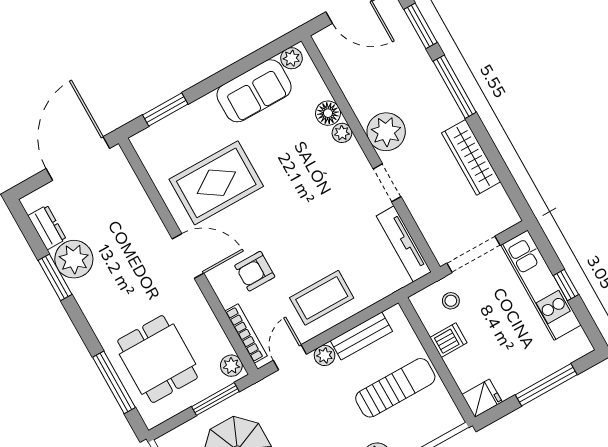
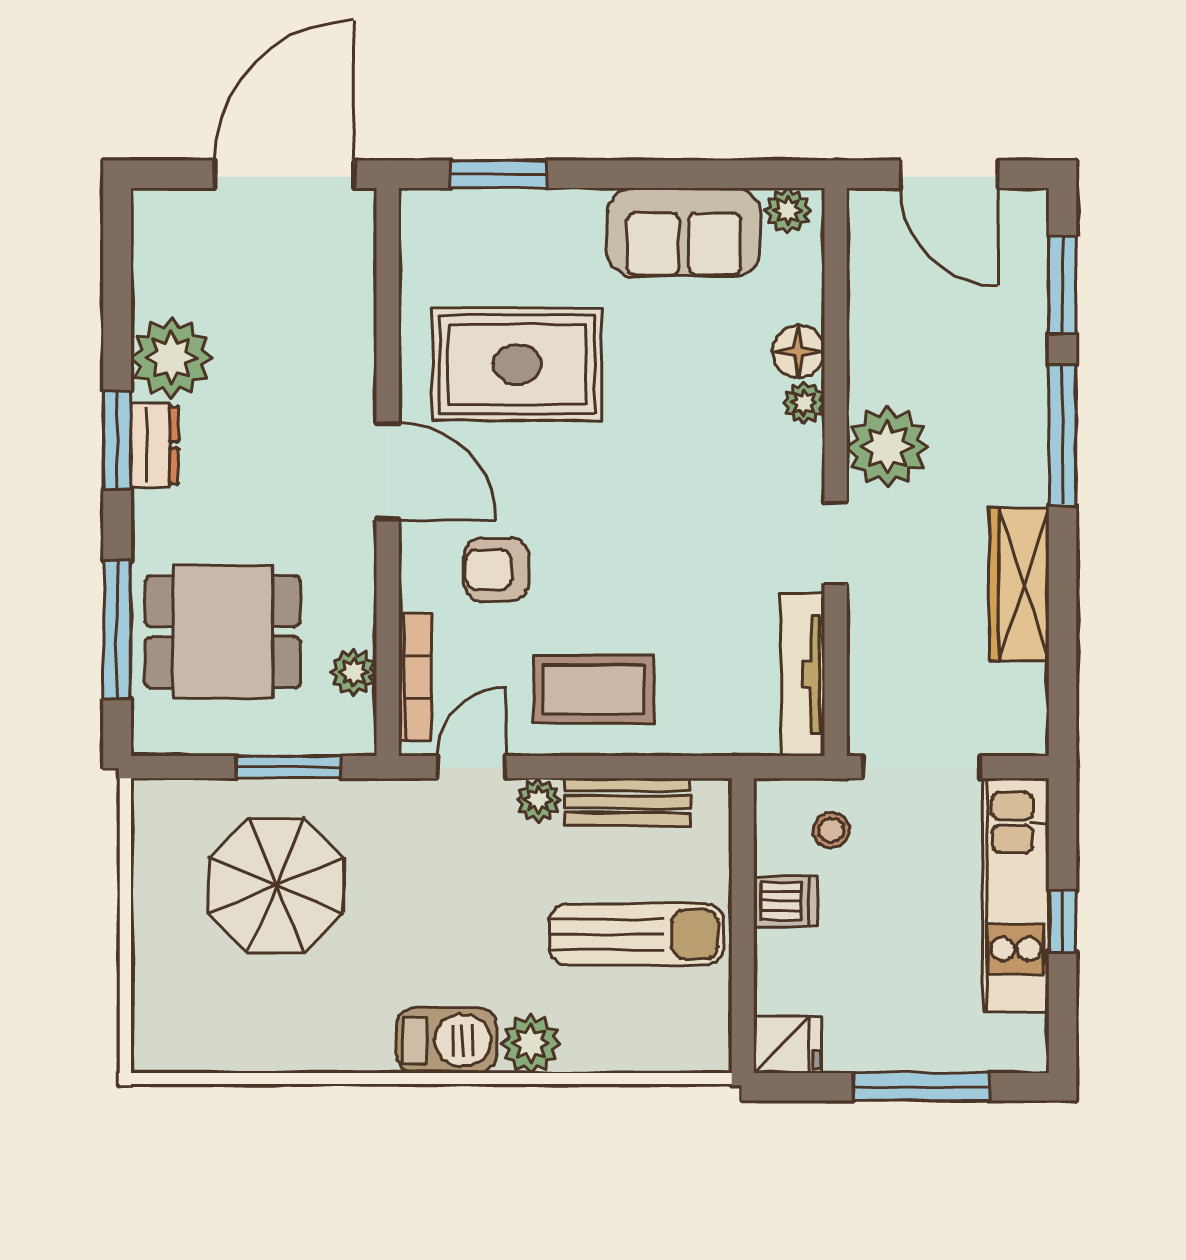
dresser: (47, 227) -> (155, 445), moved
window: (55, 277) -> (117, 440), moved
dining table: (158, 359) -> (223, 632), turned 90
plant: (231, 366) -> (354, 672), moved

